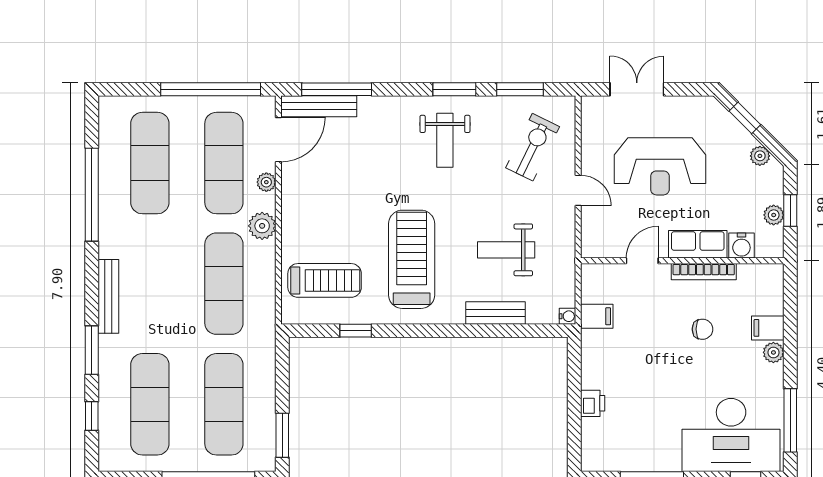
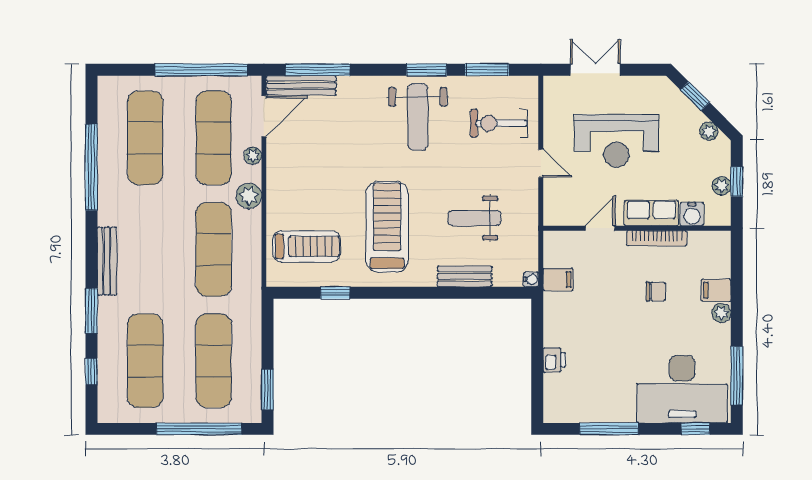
weight bench: (445, 140) -> (418, 117), width x1.36, depth x1.33
exercise bike: (533, 147) -> (499, 123), turned -116

